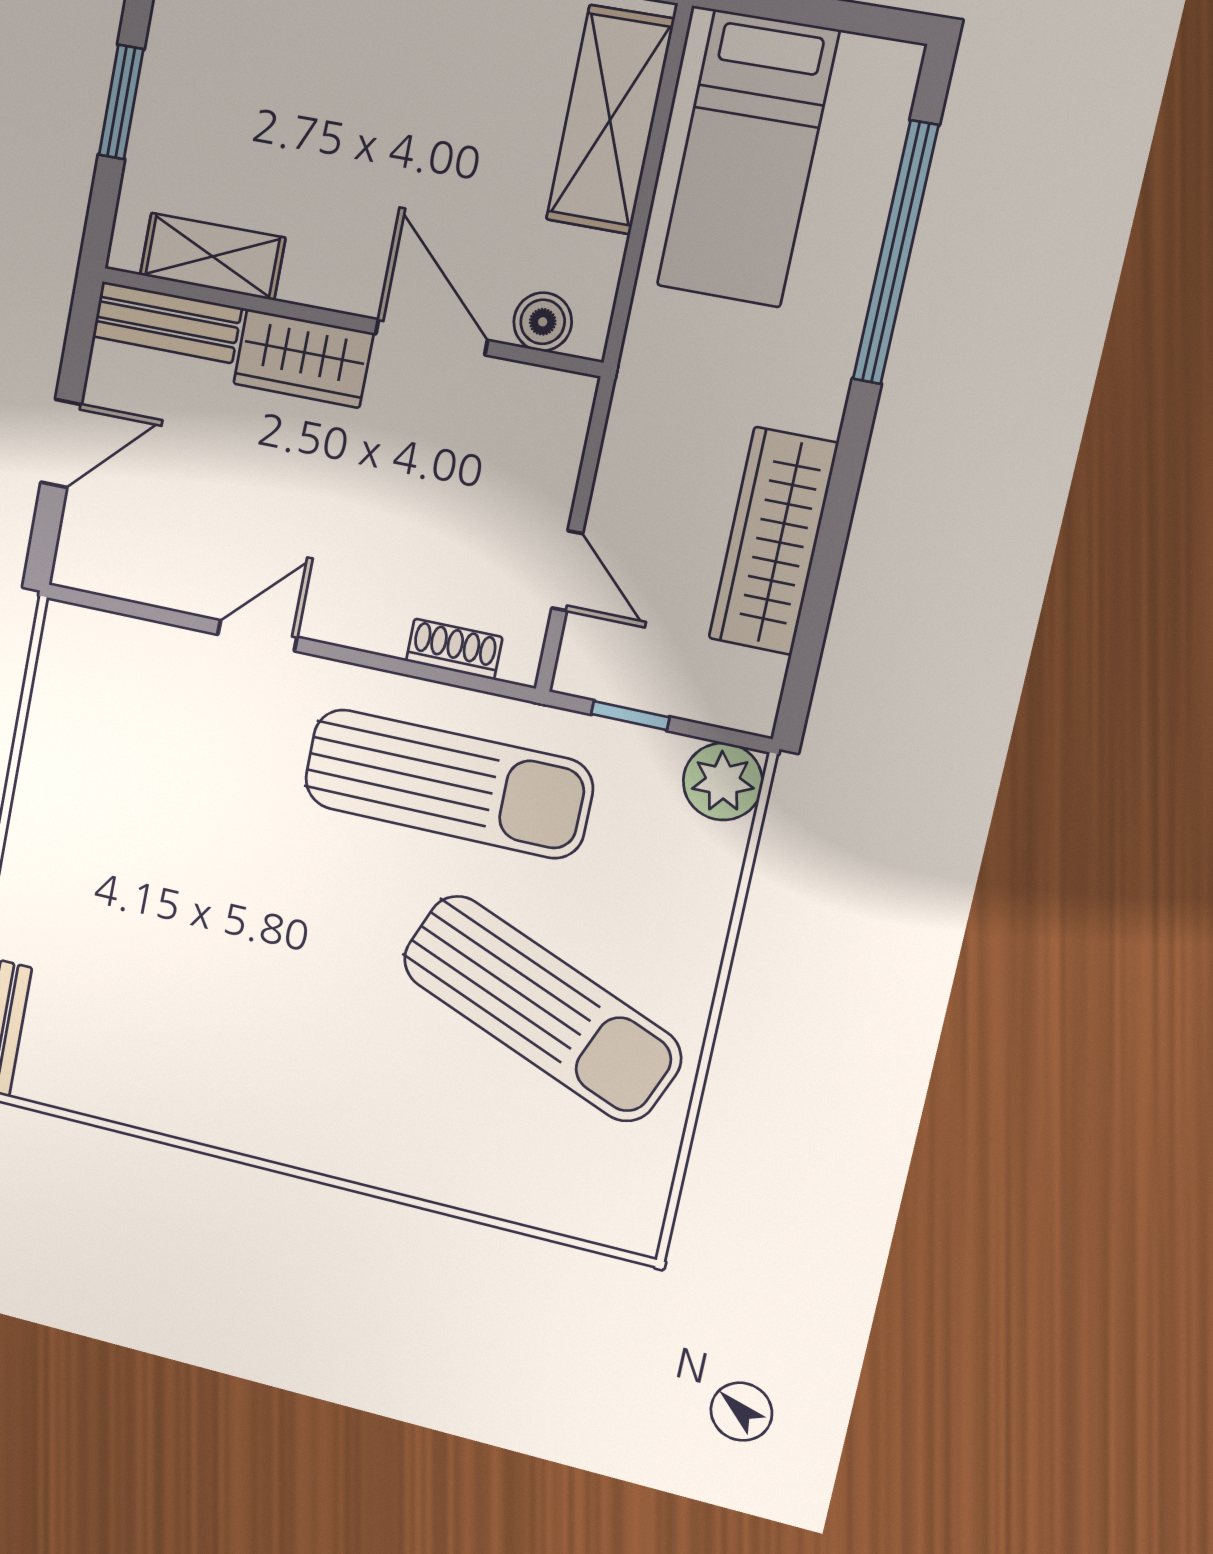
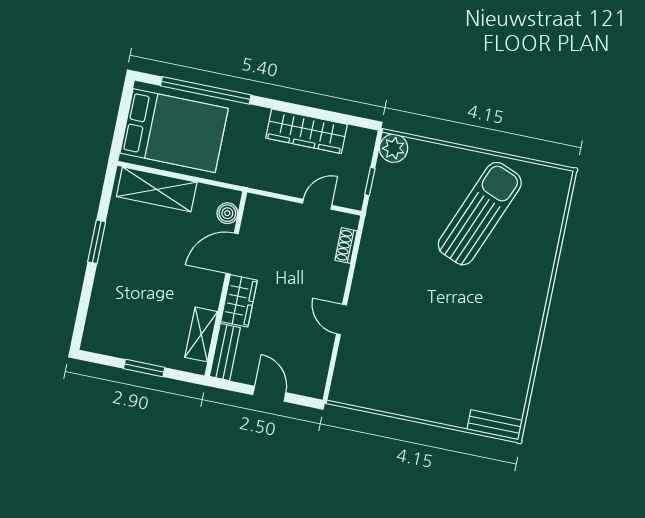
bed: (747, 159) -> (174, 131), width x1.50
sun lounger: (448, 784) -> (396, 248), removed

